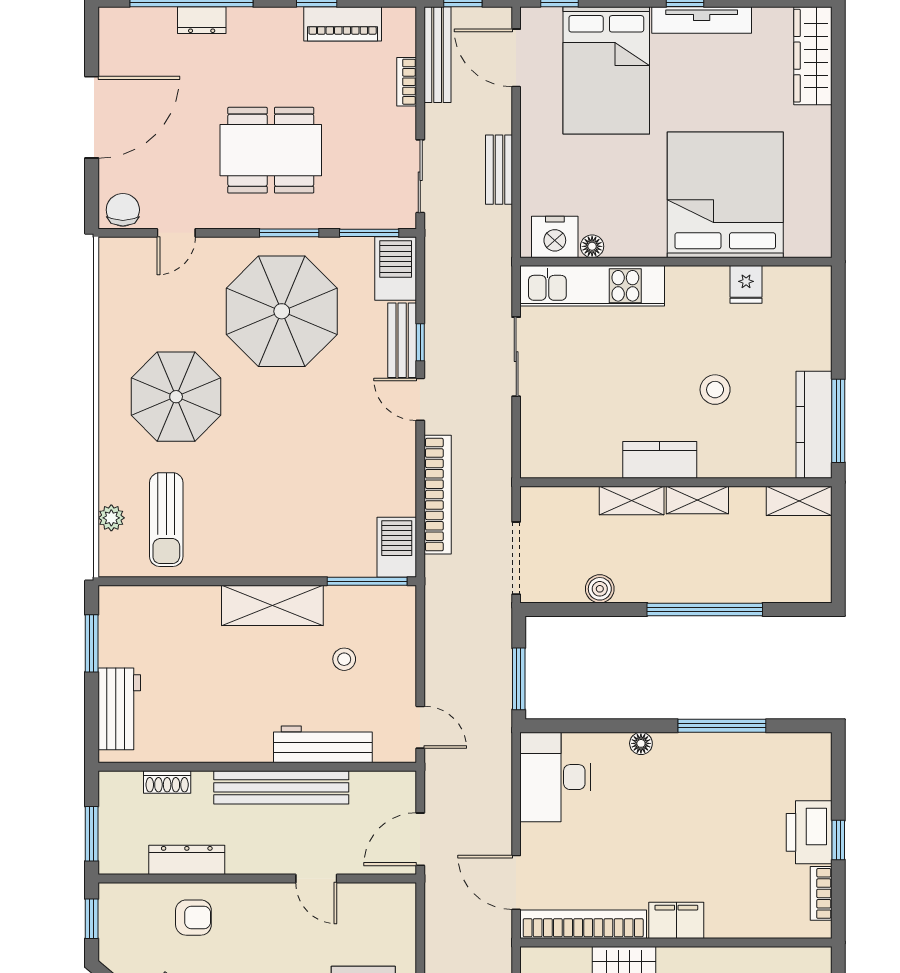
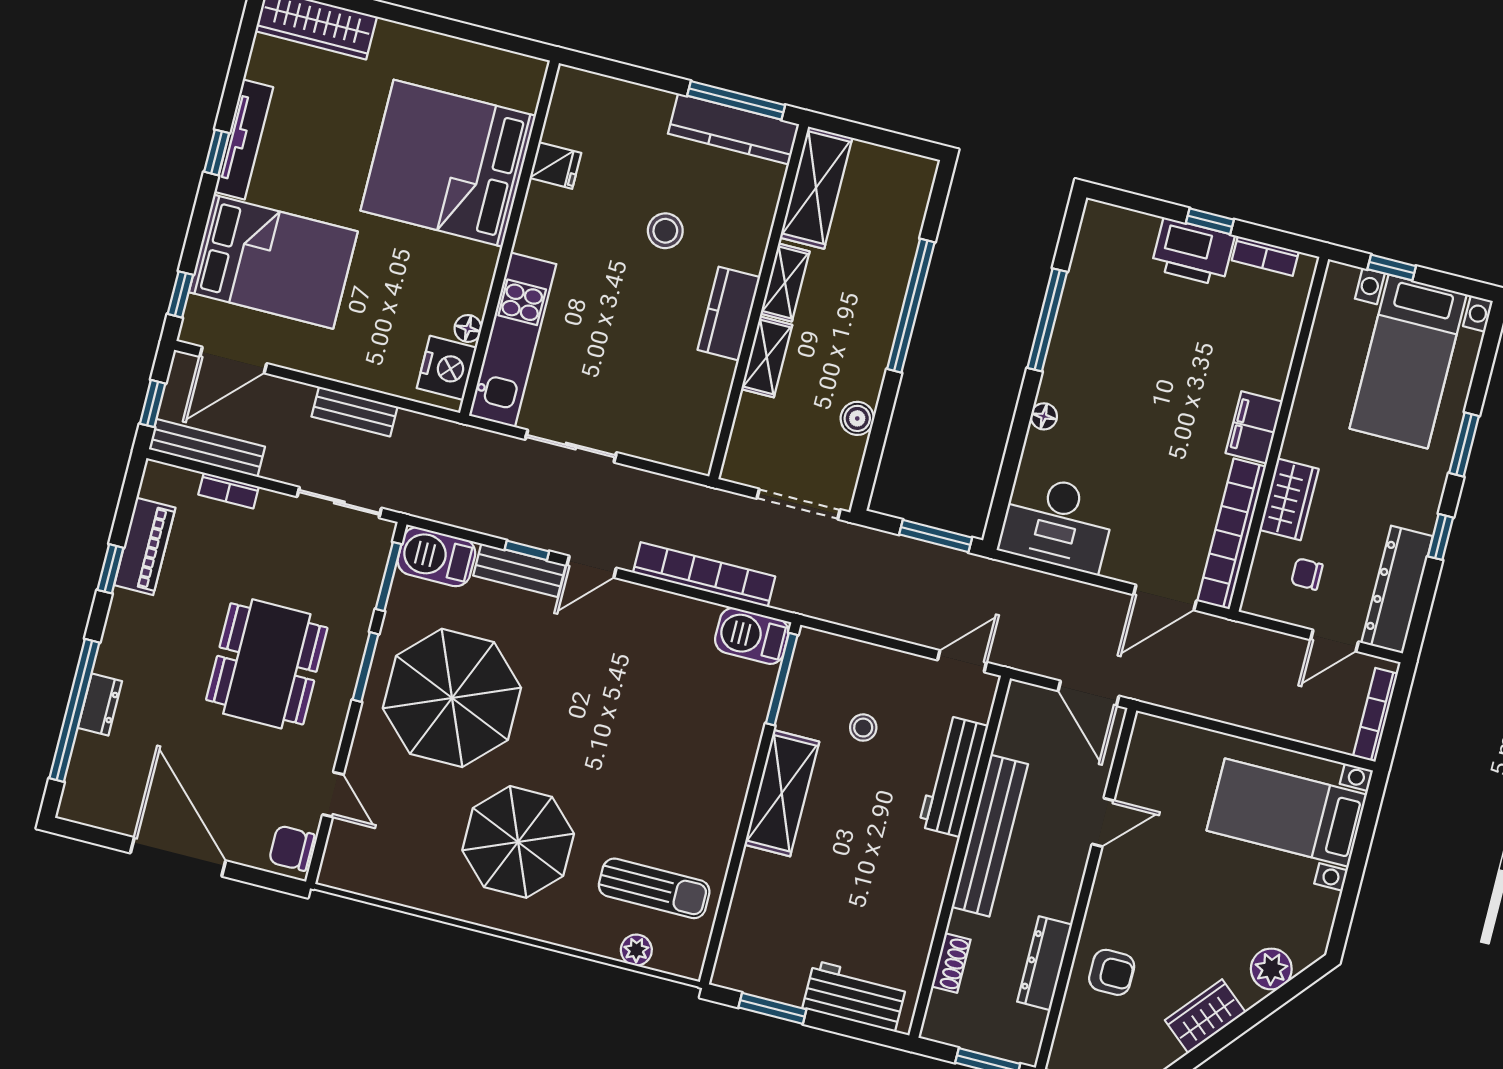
shelving: (799, 501) -> (816, 188), width x1.50, depth x1.33
armchair: (193, 918) -> (1112, 972), turned 90

